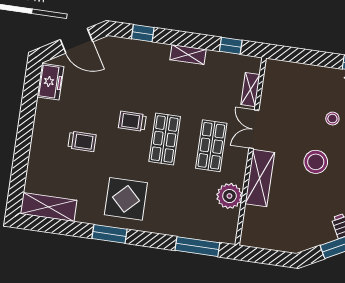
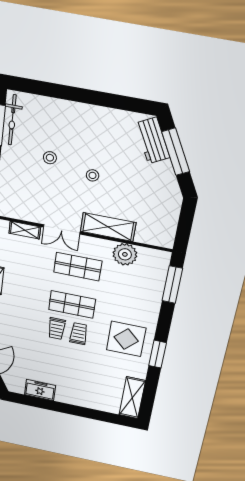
freezer: (50, 82) -> (40, 390), moved
trolley: (82, 141) -> (79, 334), moved
stool: (316, 162) -> (93, 175), width x0.53, depth x0.53

